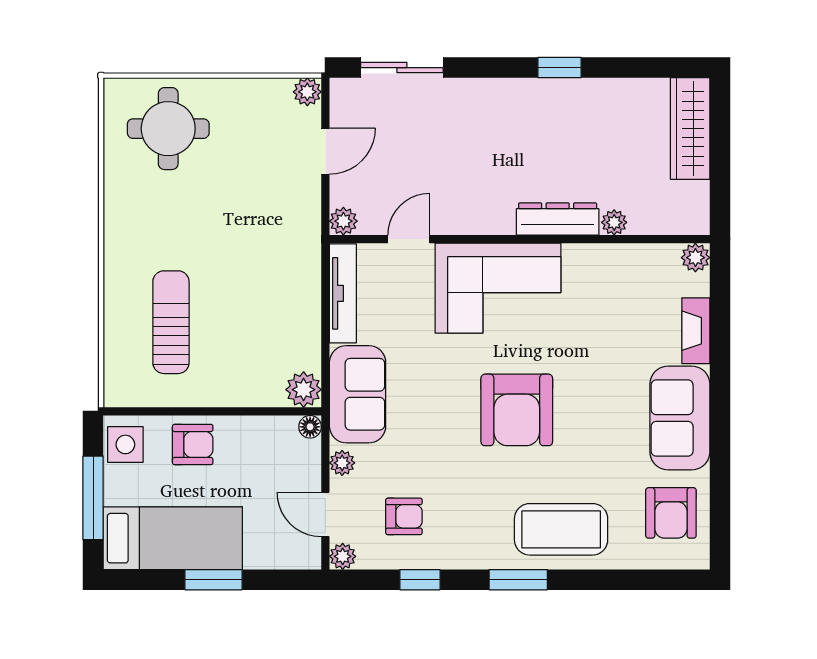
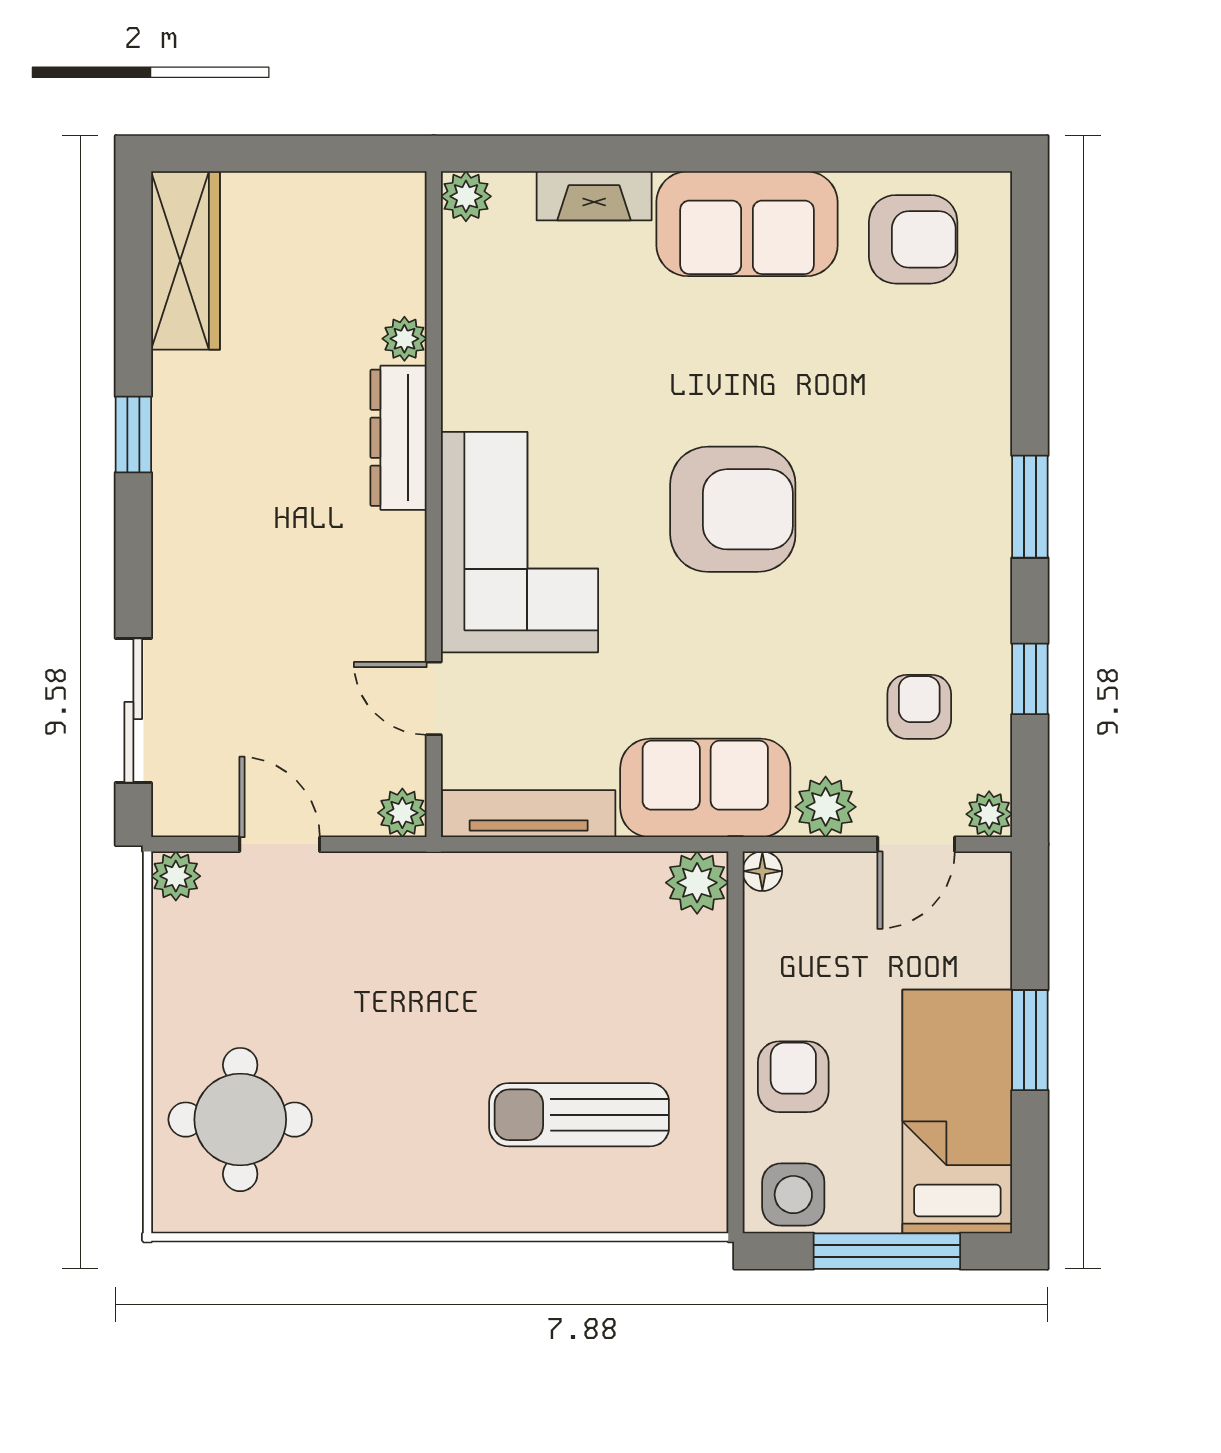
wardrobe: (690, 129) -> (186, 261), moved, turned -90
plant: (342, 463) -> (826, 807), width x1.38, depth x1.38
coffee table: (561, 529) -> (942, 432), removed

